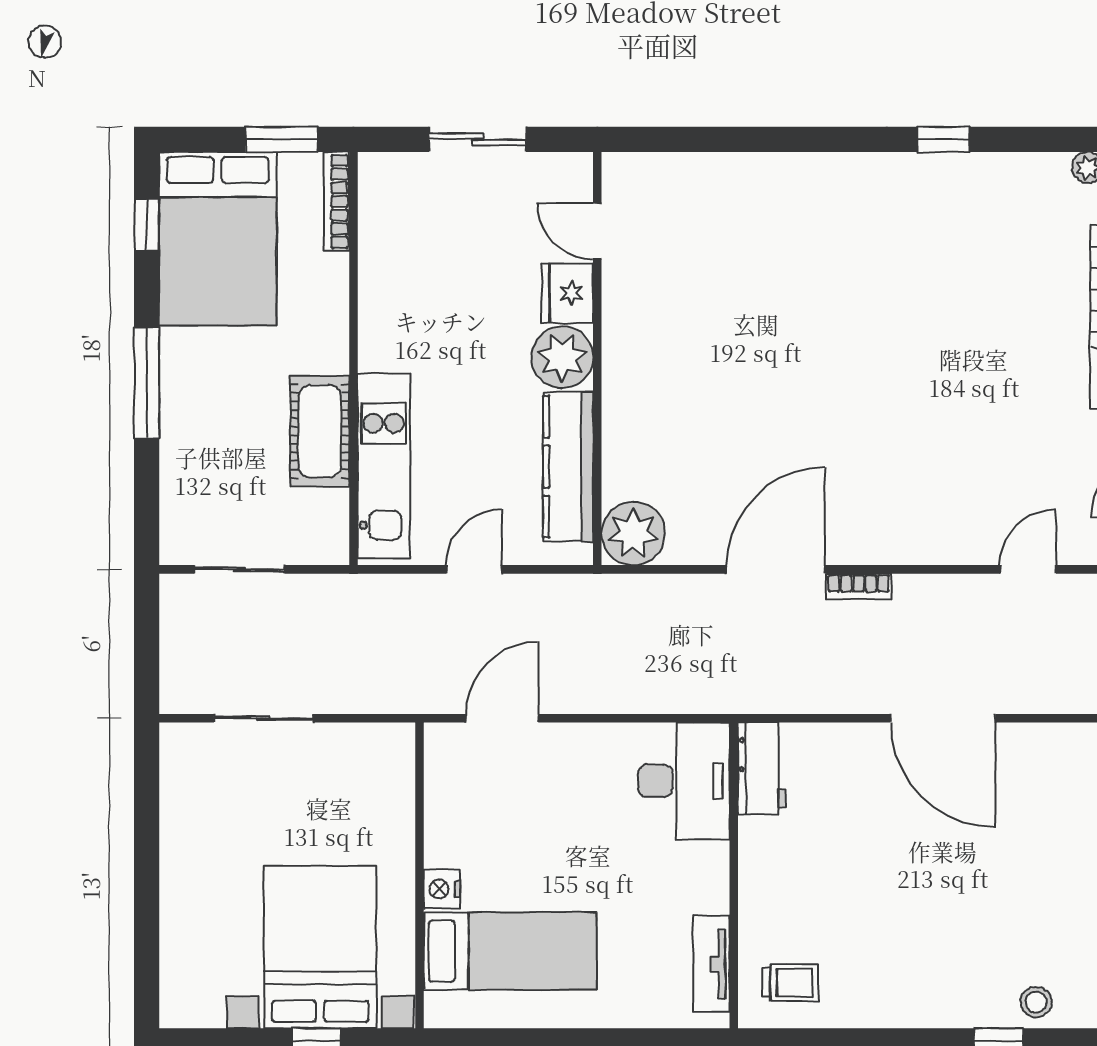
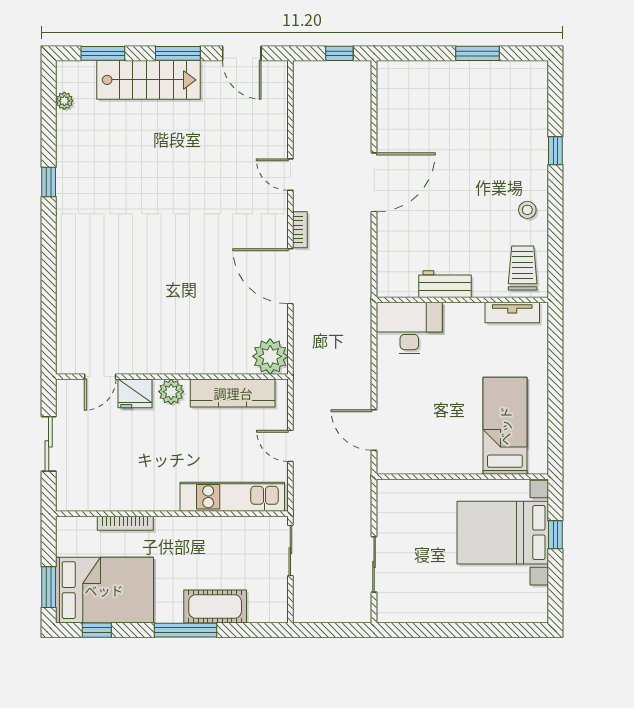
window: (282, 139) -> (49, 587), moved
bookcase: (337, 201) -> (125, 523), moved
plant: (562, 357) -> (171, 392), width x0.73, depth x0.73
cot: (320, 431) -> (215, 606), moved
sliding door: (240, 569) -> (290, 551), moved
door: (1028, 569) -> (290, 175), moved
workbench: (762, 769) -> (445, 284), moved
nightstand: (442, 889) -> (470, 464), removed
trolley: (790, 983) -> (523, 268), width x1.36, depth x1.39
stool: (1036, 1002) -> (527, 210), moved

